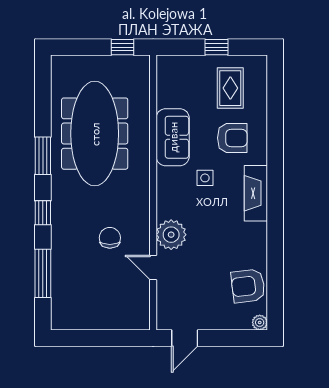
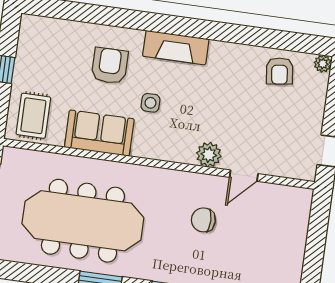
rug: (230, 88) -> (33, 116), moved, turned 90
plant: (171, 235) -> (209, 155), width x0.73, depth x0.73
armchair: (248, 286) -> (280, 71), width x0.72, depth x0.72

